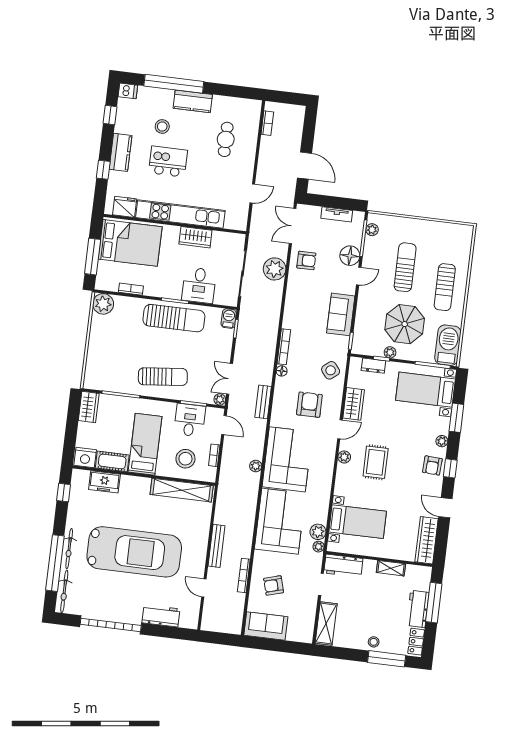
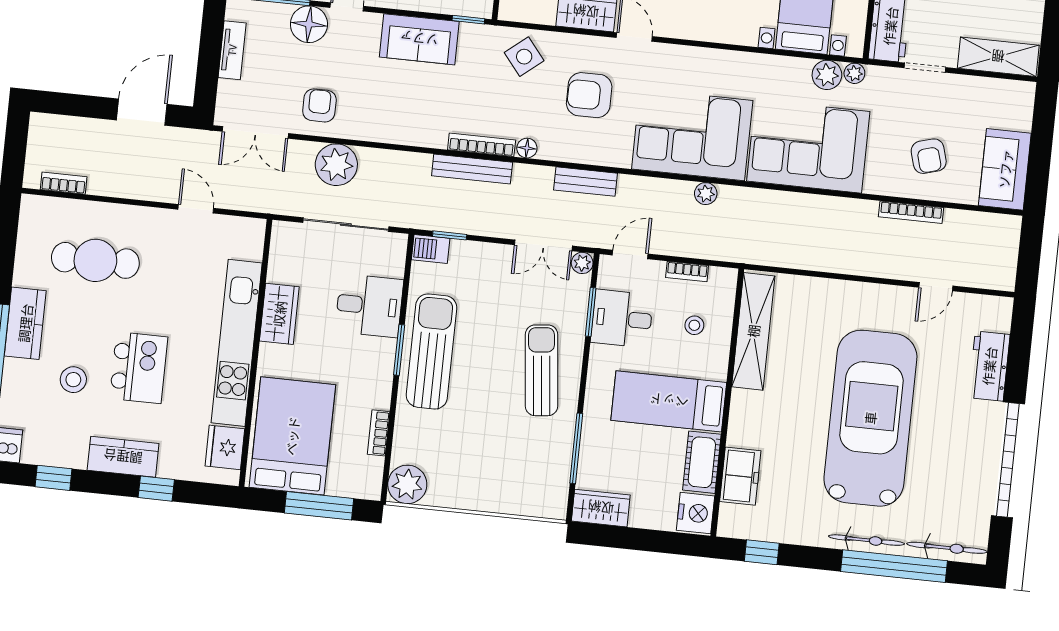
cafe table: (226, 139) -> (95, 260), width x1.37, depth x1.35
kitchen island: (168, 161) -> (139, 368), turned 180
plant: (344, 457) -> (686, 28), removed
stool: (185, 459) -> (694, 325), width x0.53, depth x0.53
bench: (216, 546) -> (472, 169), moved

